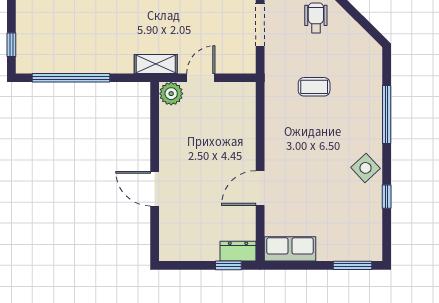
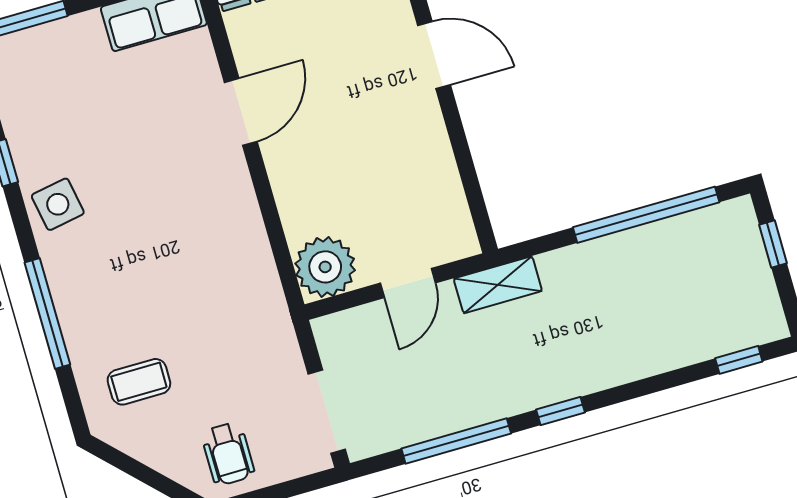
coffee table: (314, 87) -> (139, 382), moved
plant: (171, 94) -> (325, 267), moved, width x1.36, depth x1.36
side table: (365, 168) -> (58, 204), turned 33

